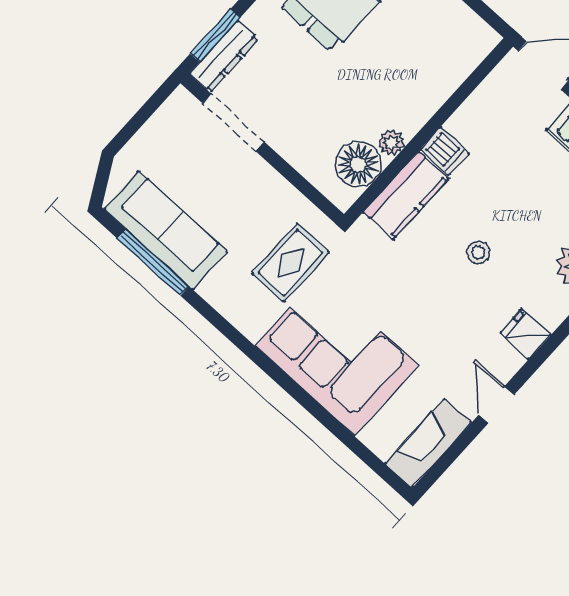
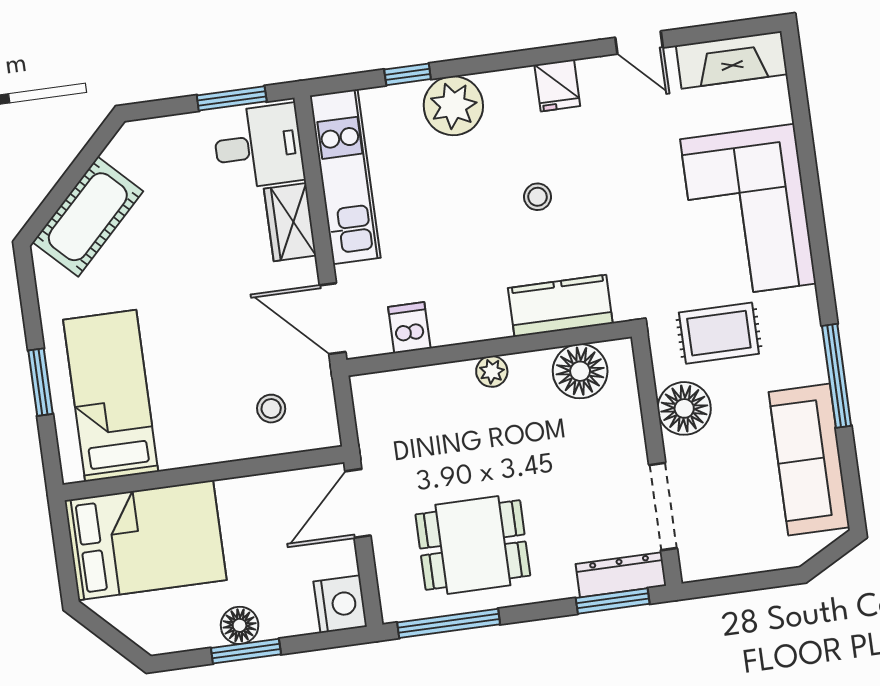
plant: (391, 143) -> (492, 371), moved
dishwasher: (445, 151) -> (409, 328), moved
floor lamp: (272, 196) -> (684, 408), added
window: (153, 262) -> (837, 376), moved
door: (496, 405) -> (639, 43), hinge flipped

